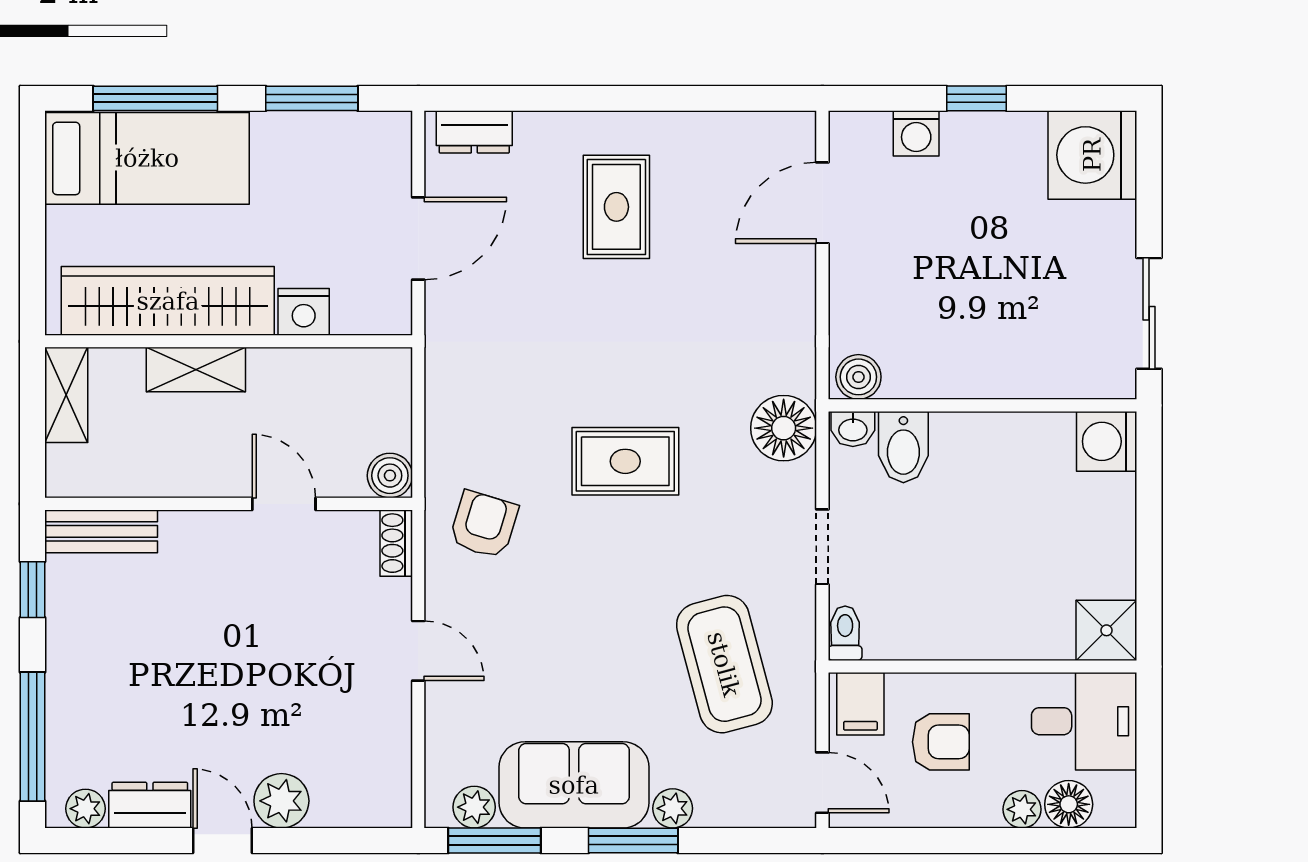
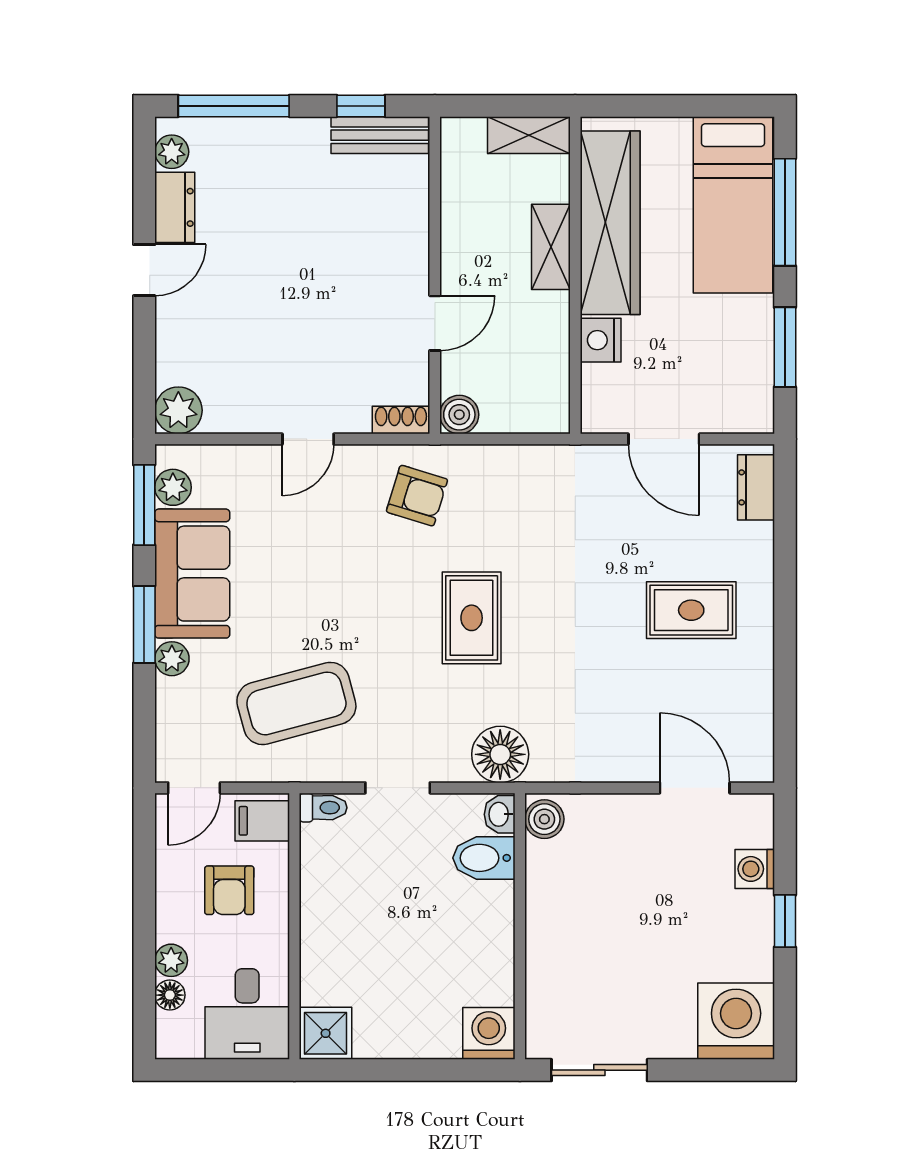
bench: (101, 531) -> (380, 135), moved, turned 90
plant: (281, 801) -> (178, 410), moved
floor lamp: (1069, 804) -> (170, 995), width x0.73, depth x0.73

